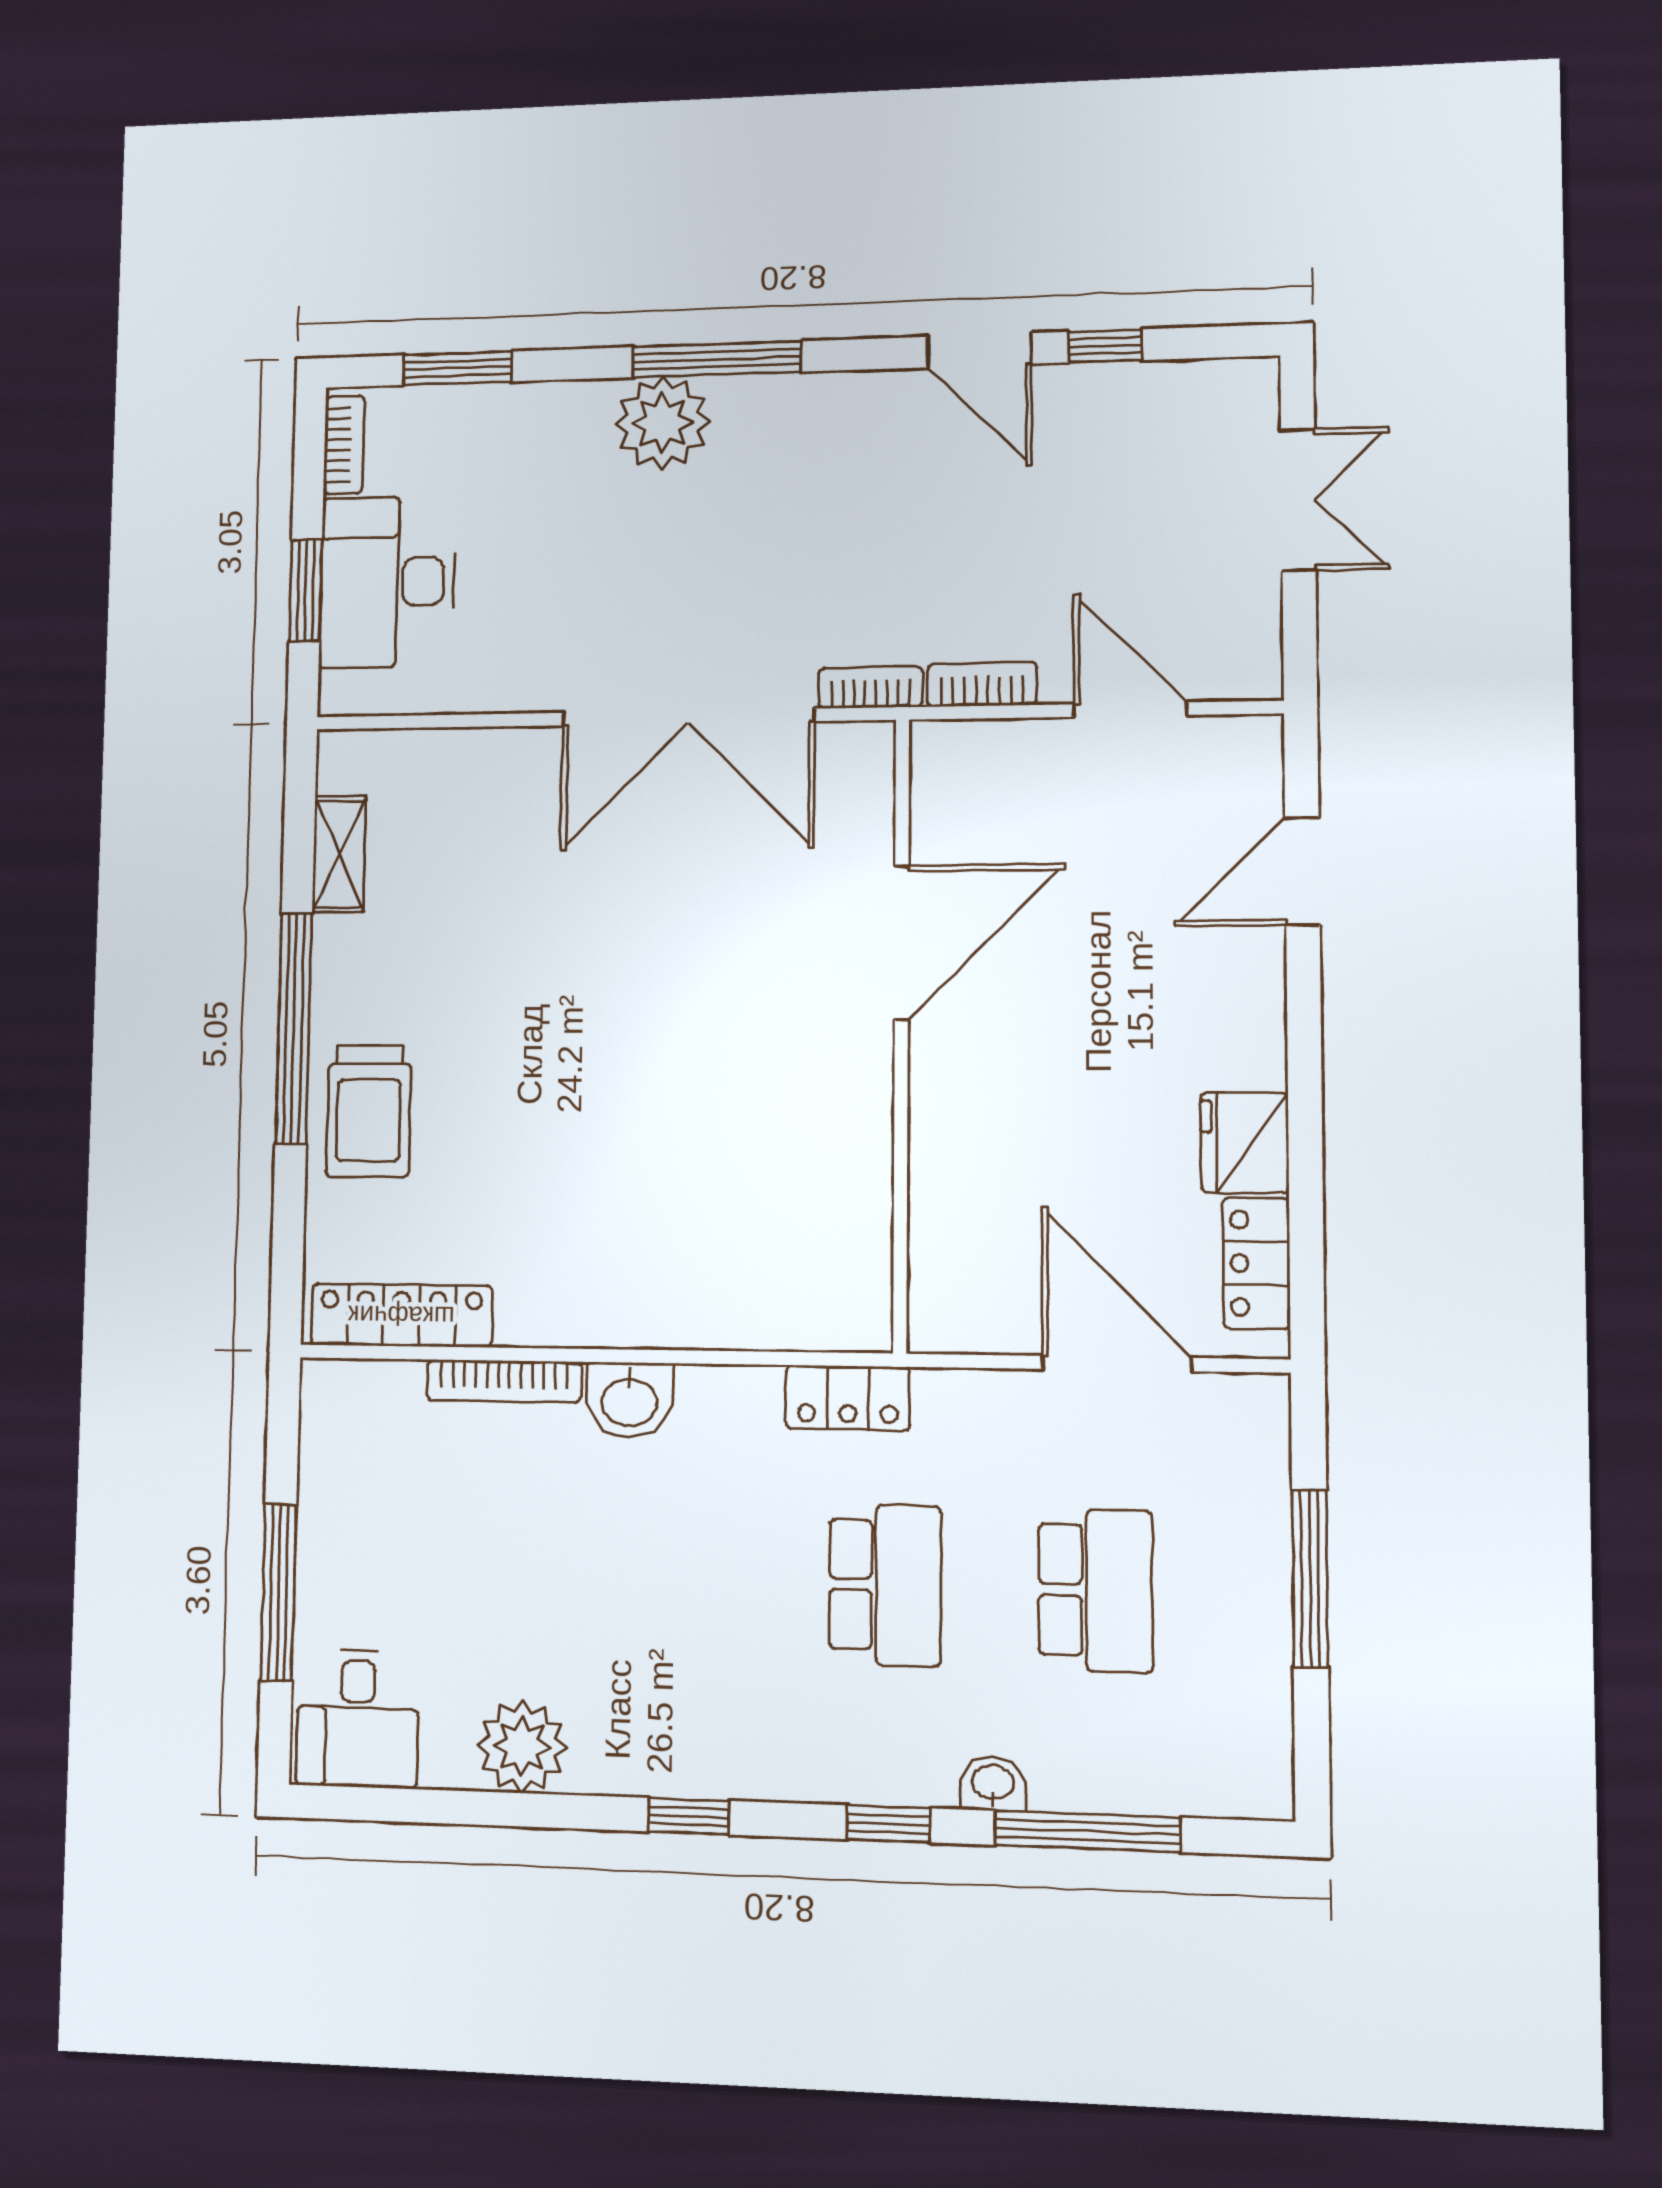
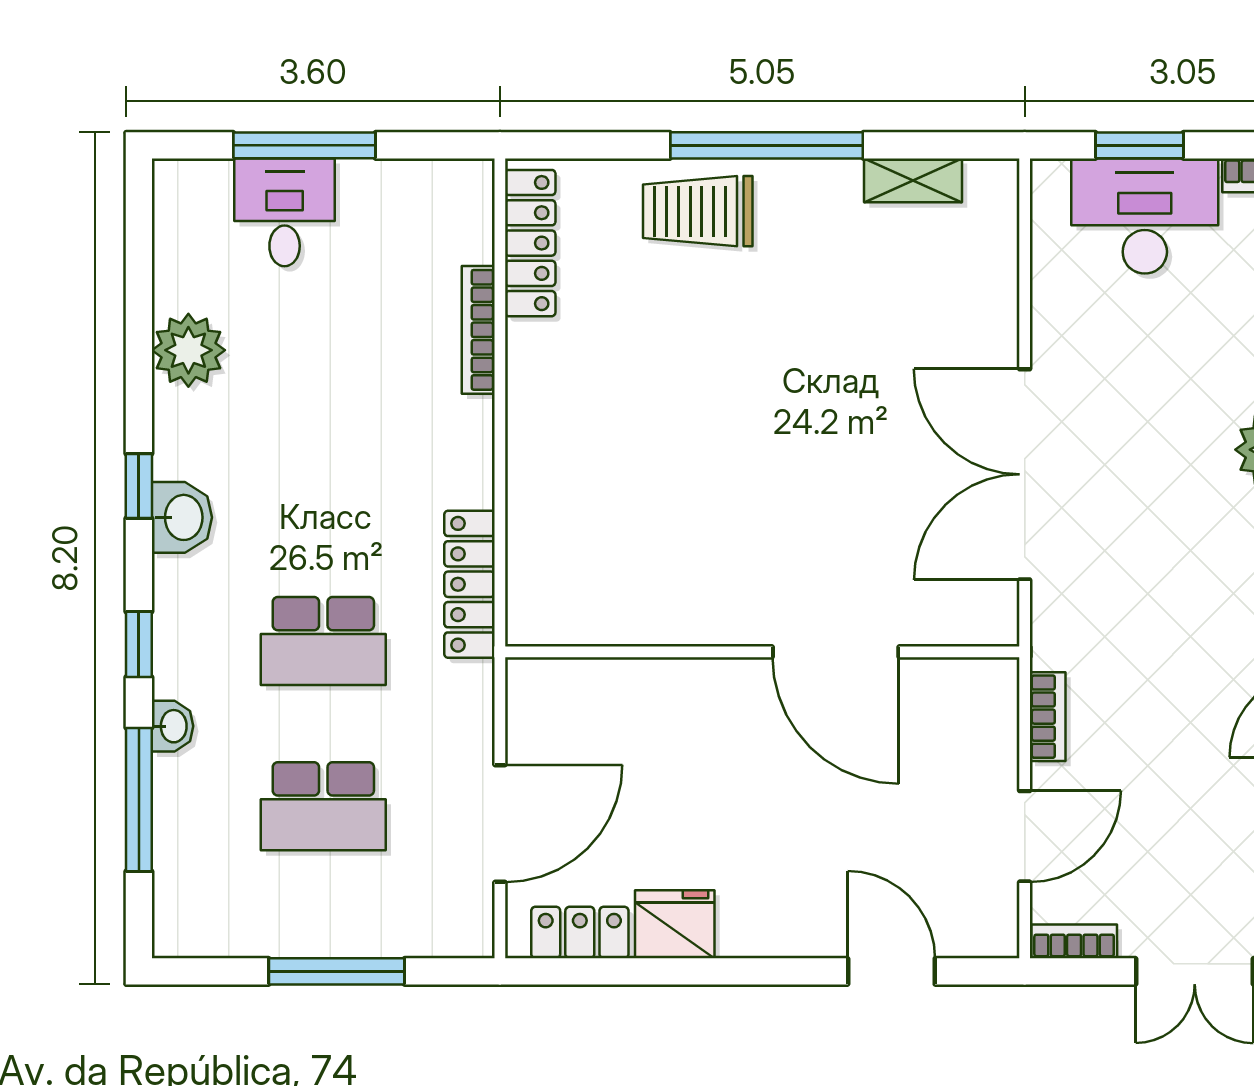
bookcase: (870, 687) -> (1074, 941), moved, turned -90
locker: (848, 1398) -> (470, 584), width x1.53
washbasin: (629, 1400) -> (182, 517), moved, turned 180
desk: (358, 1719) -> (285, 212), moved, turned 90

